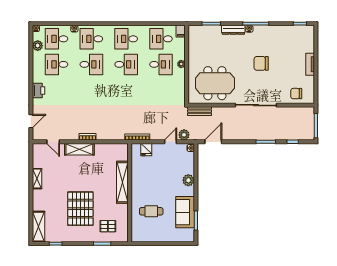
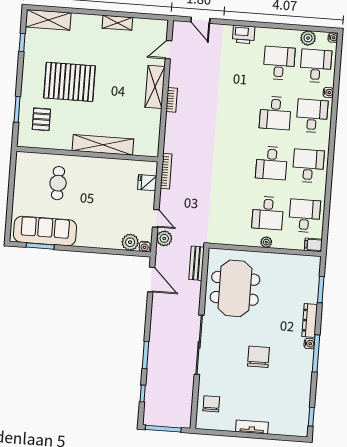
plant: (188, 180) -> (130, 242), moved
sofa: (185, 212) -> (45, 231), width x1.36

